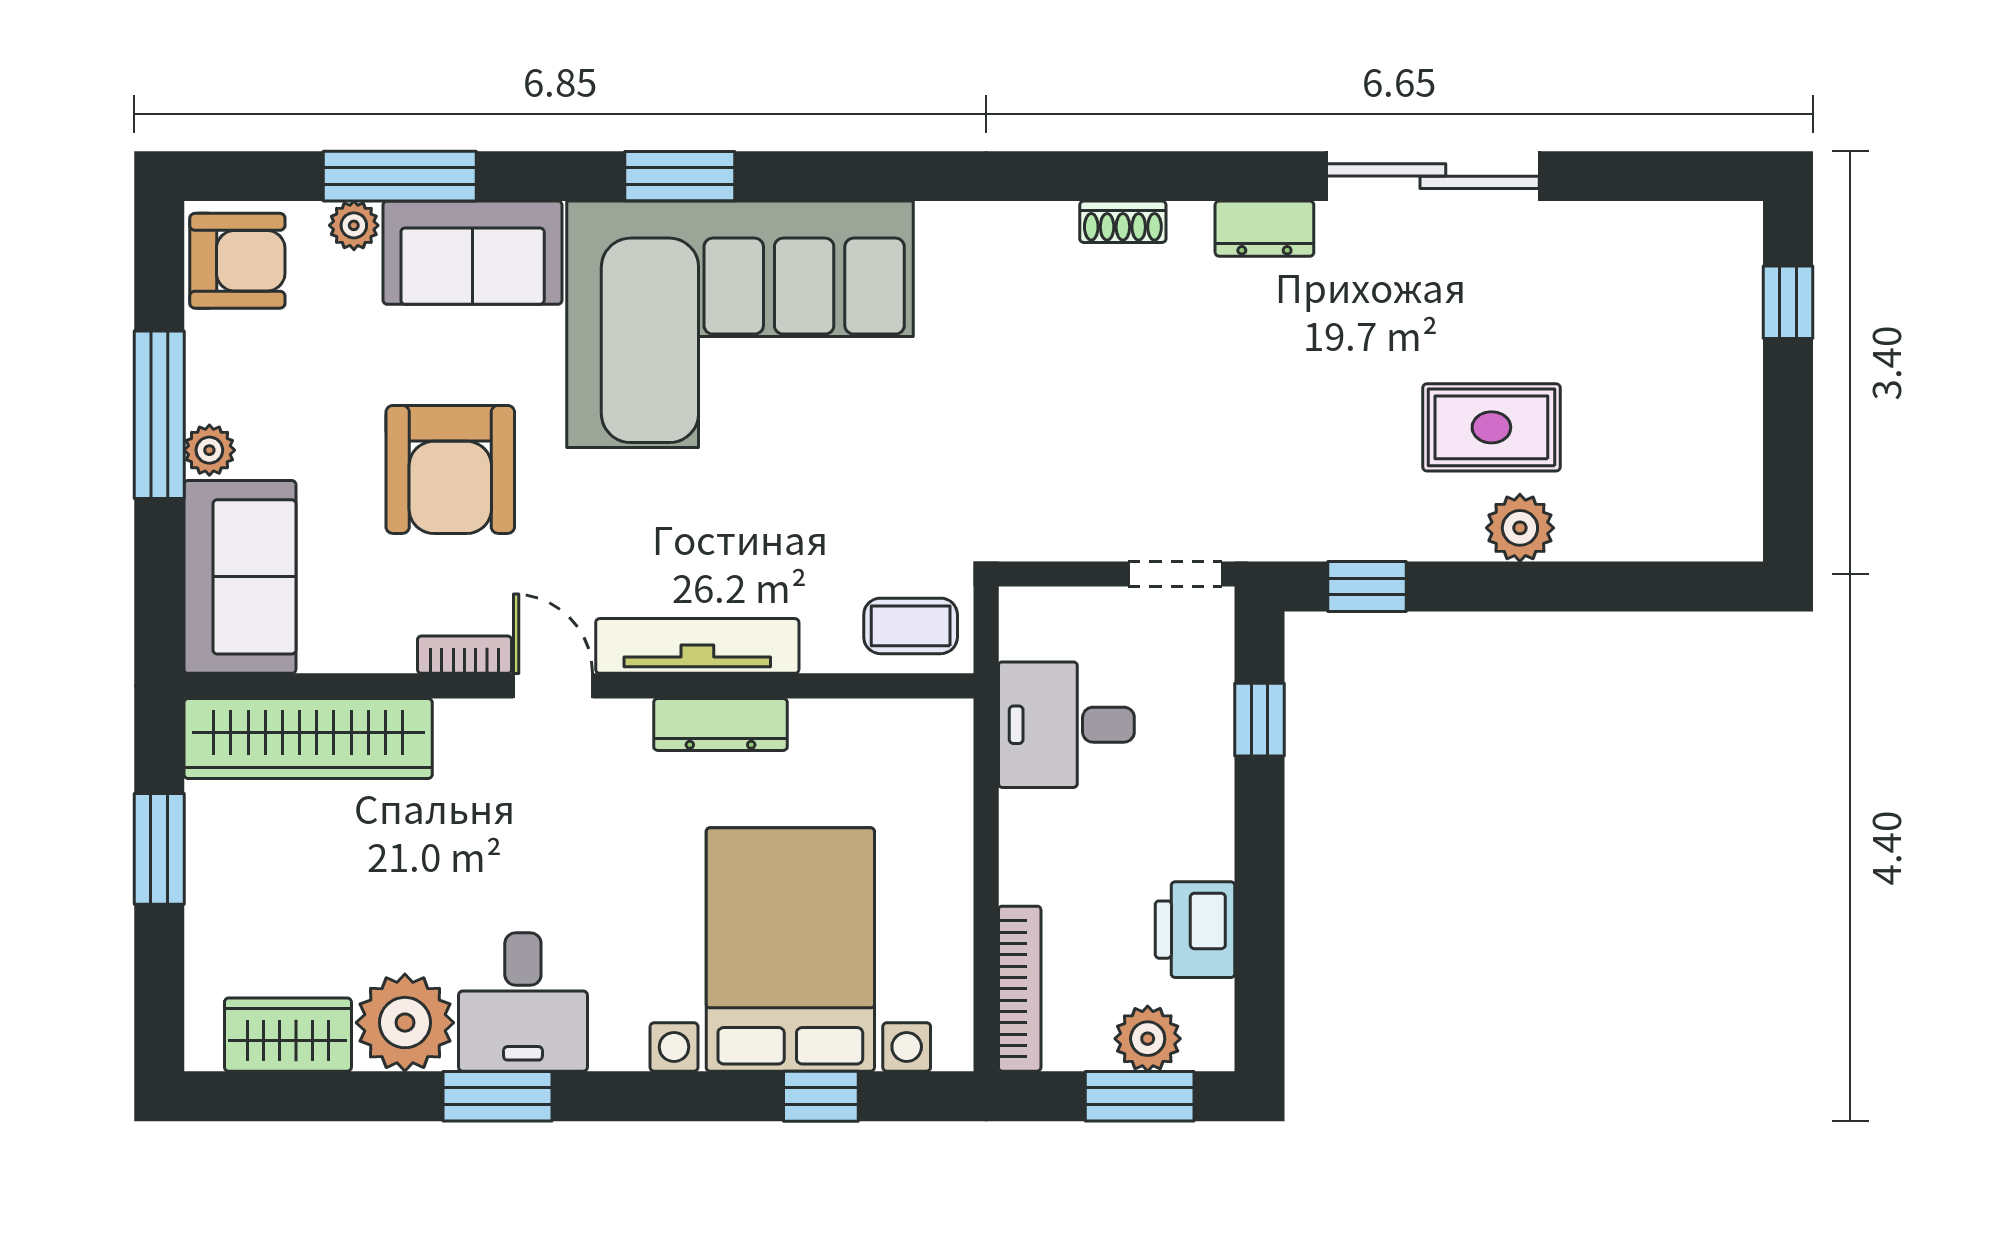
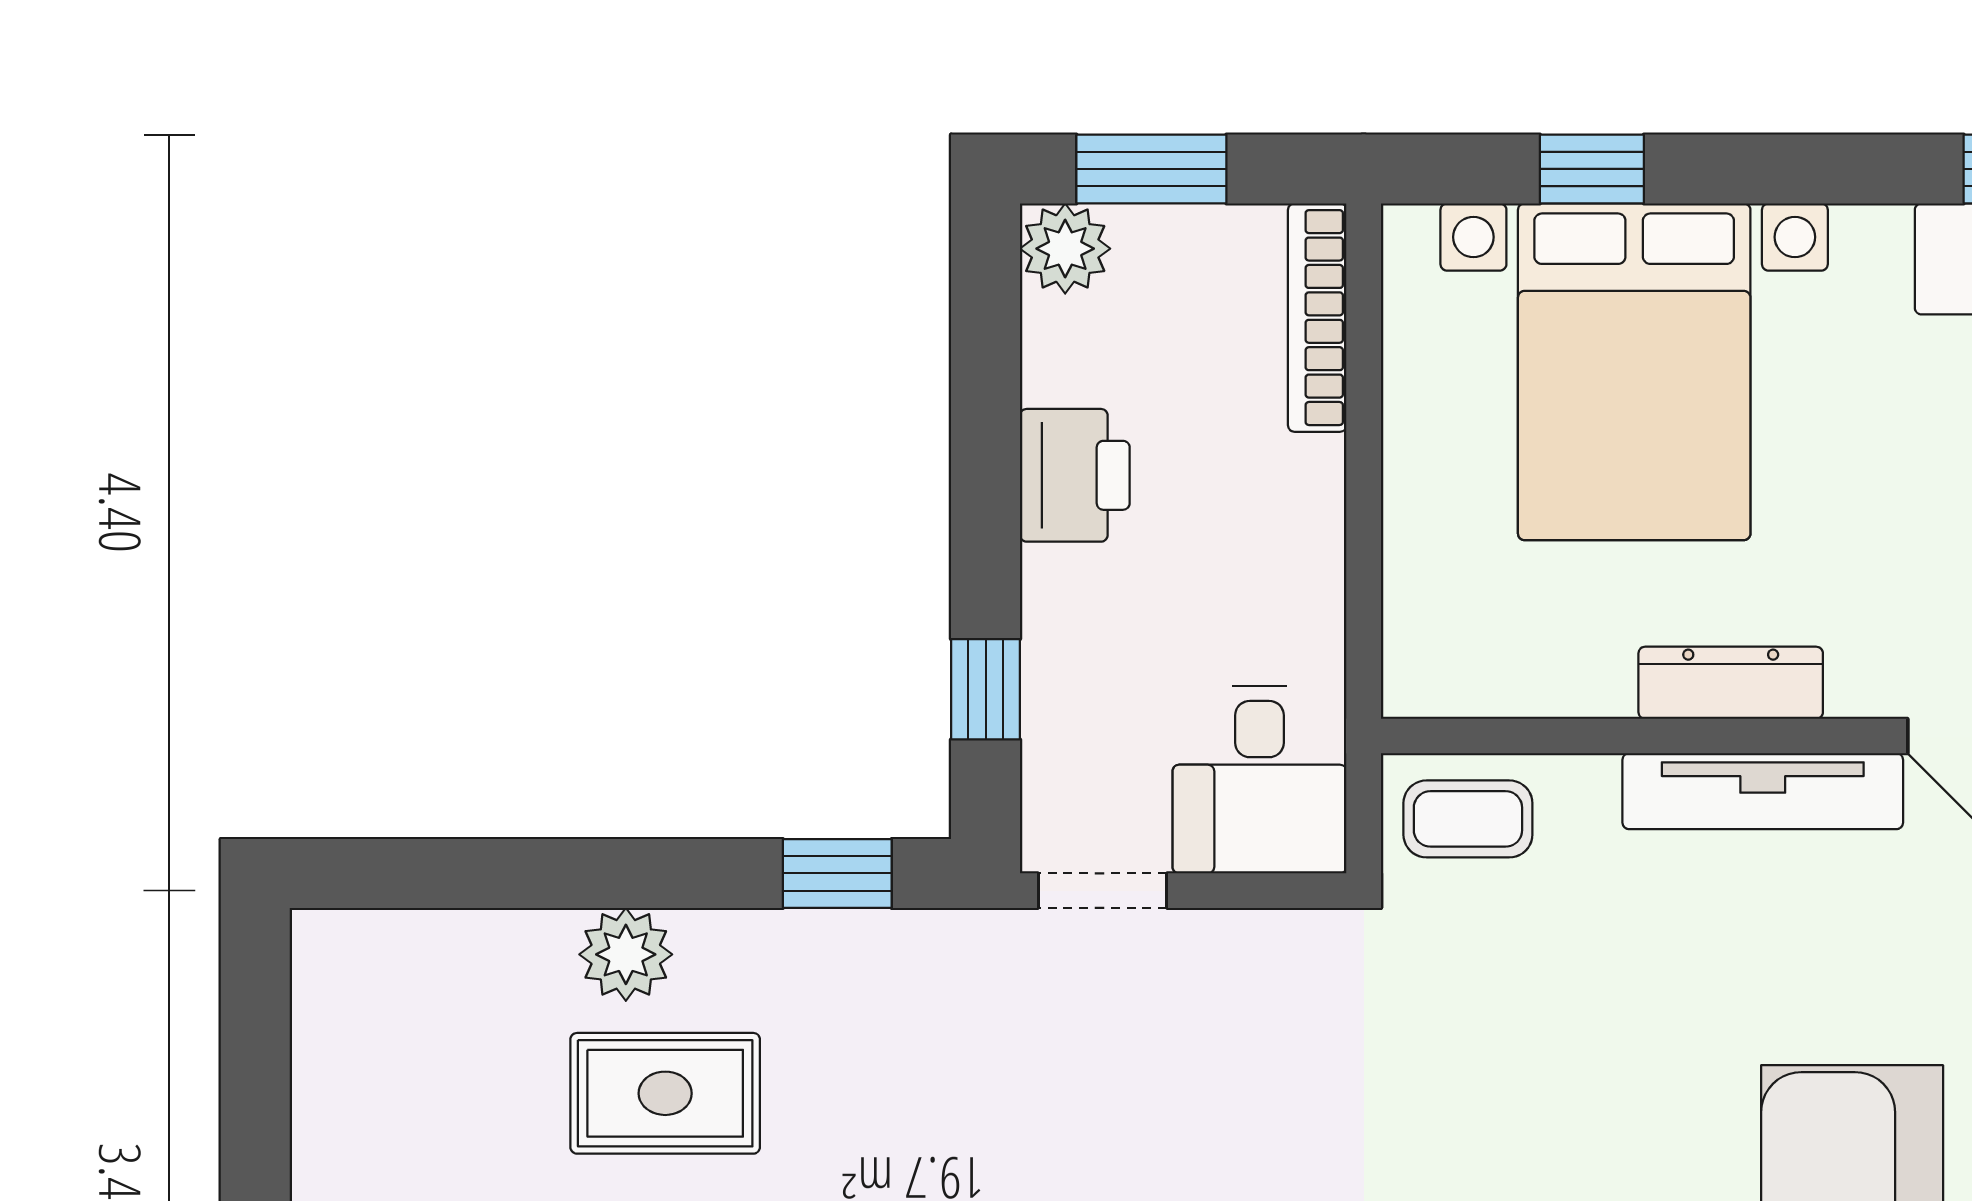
desk: (1066, 725) -> (1259, 780), moved, turned 90
printer: (1195, 930) -> (1075, 475), moved
plant: (1148, 1039) -> (1065, 249), moved

